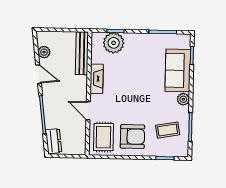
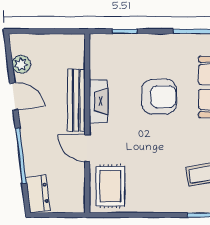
plant: (114, 43) -> (122, 49), removed
bench: (82, 53) -> (76, 100), moved
armchair: (132, 137) -> (159, 97), moved

